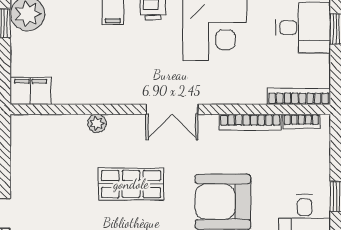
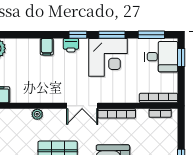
bookcase: (250, 122) -> (117, 113), moved

